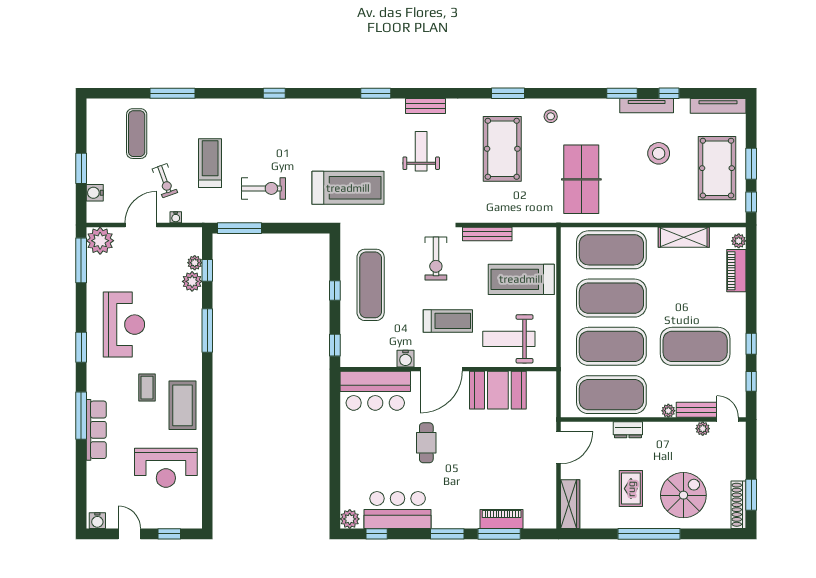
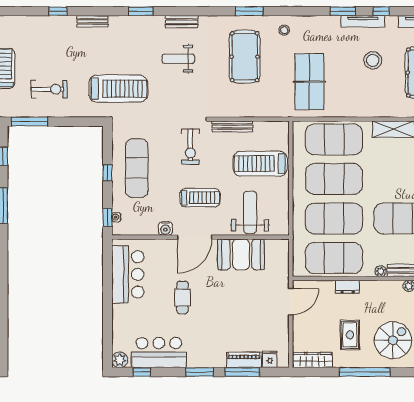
bench: (316, 106) -> (92, 21), added
weight bench: (421, 151) -> (178, 59), turned -90
weight bench: (509, 339) -> (250, 212), turned 90
water cooler: (346, 345) -> (116, 217), added
bar counter: (375, 391) -> (128, 274), moved, turned -90
wardrobe: (570, 504) -> (312, 360), moved, turned -90
fridge: (533, 518) -> (270, 359), added

